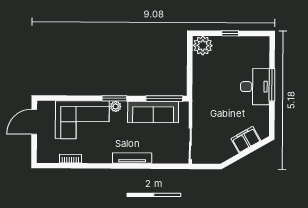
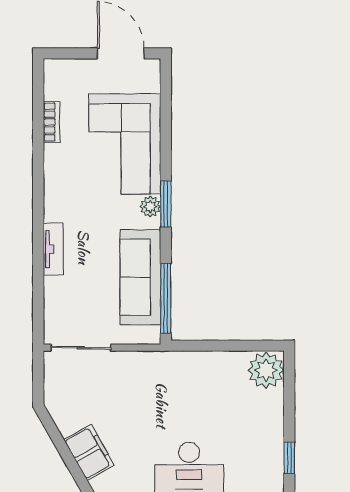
window: (230, 33) -> (289, 458), moved
tv unit: (132, 158) -> (53, 249), width x0.71

